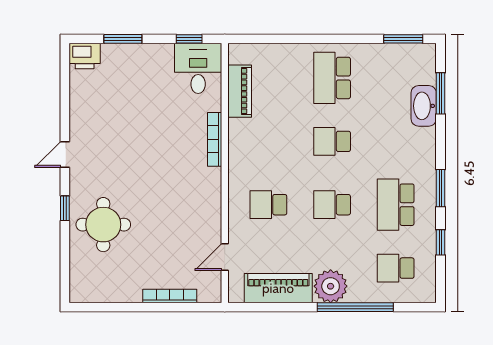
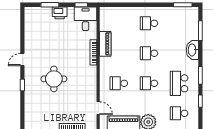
printer: (85, 56) -> (60, 13), moved
school desk: (332, 78) -> (149, 23), width x0.54
piano: (240, 91) -> (105, 44), moved
washbasin: (424, 106) -> (192, 50), moved
round table: (103, 225) -> (54, 79), moved
door: (225, 257) -> (98, 108), swing flipped

